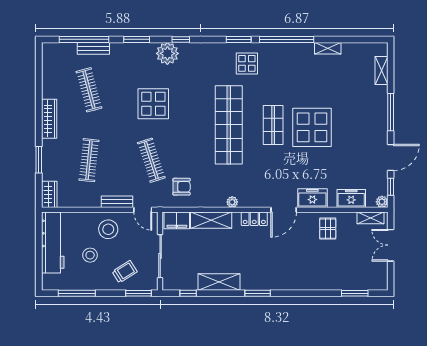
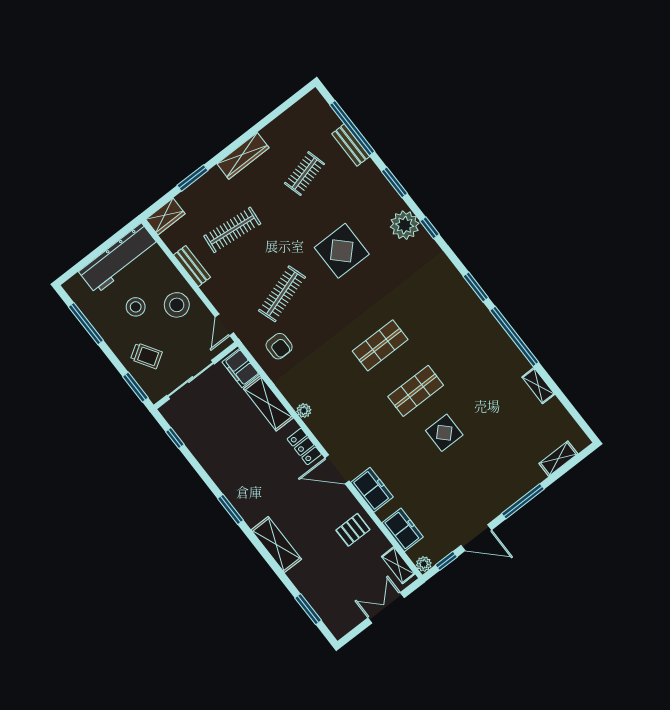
display table: (247, 63) -> (458, 315), removed
clothes rail: (89, 90) -> (305, 174), width x0.73
shop shelf: (229, 125) -> (380, 345), width x0.50, depth x0.74
display table: (312, 127) -> (444, 433), width x0.54, depth x0.54
bench: (117, 202) -> (192, 266), moved
shelving: (219, 282) -> (276, 545), moved

